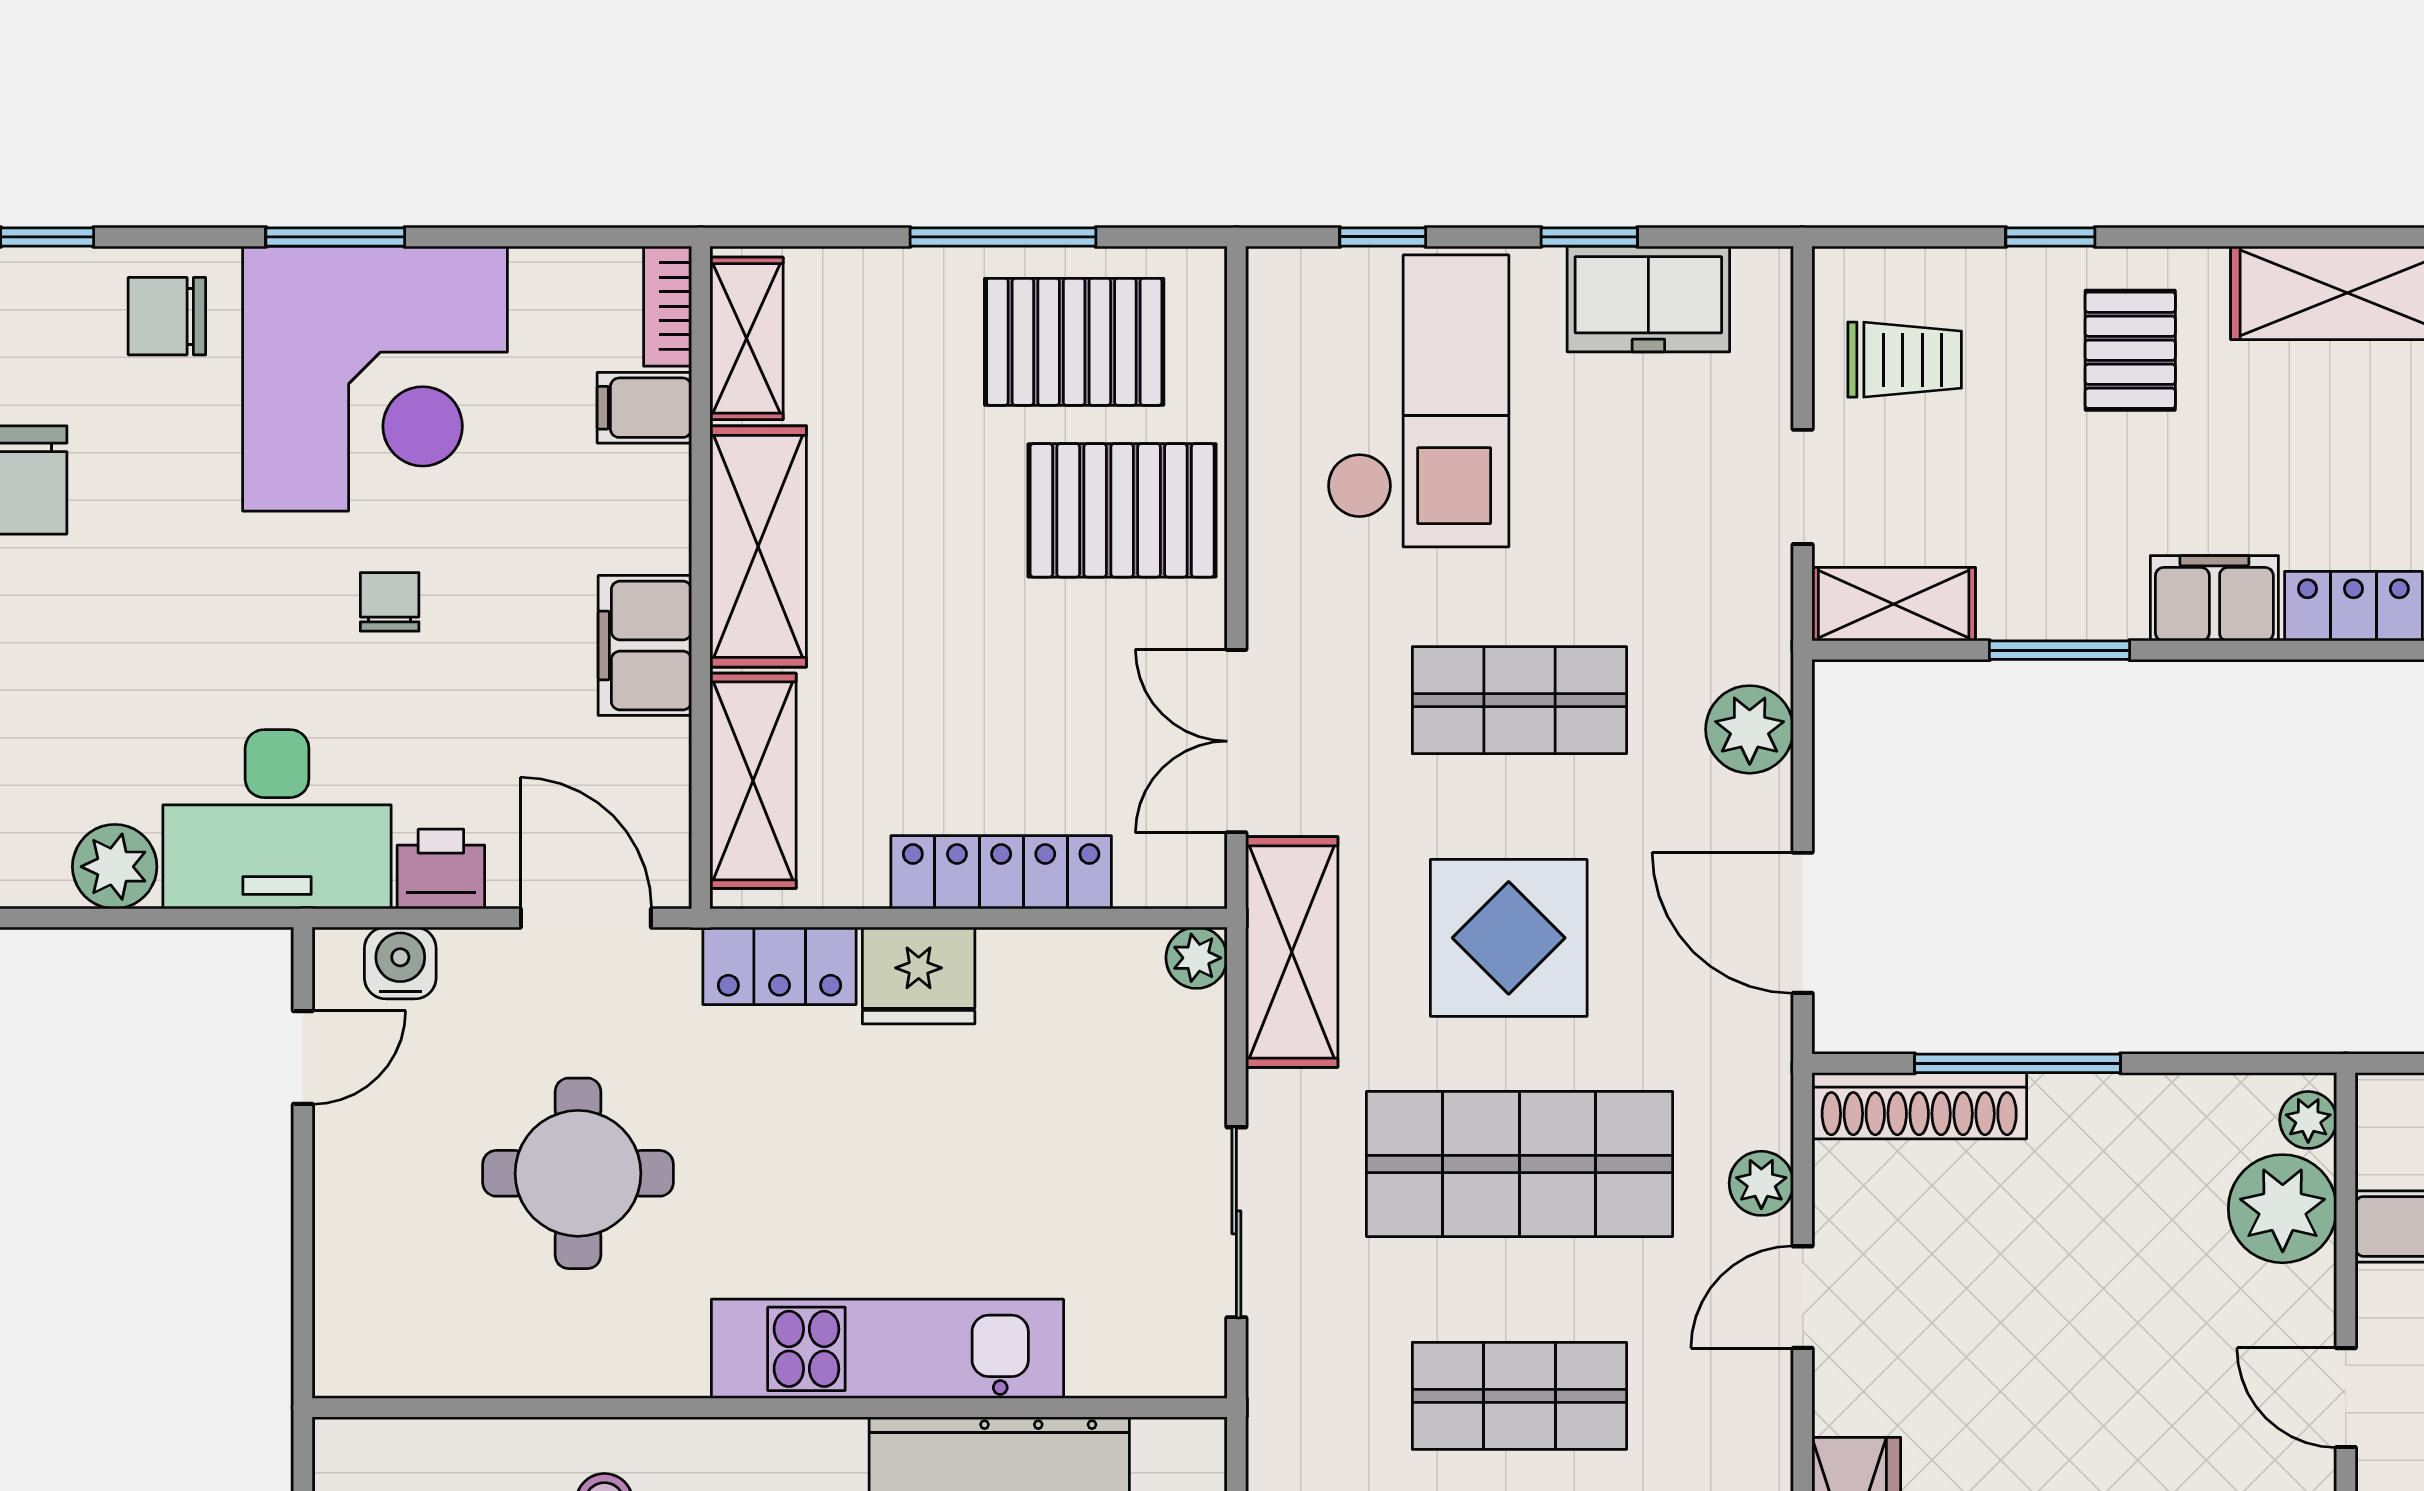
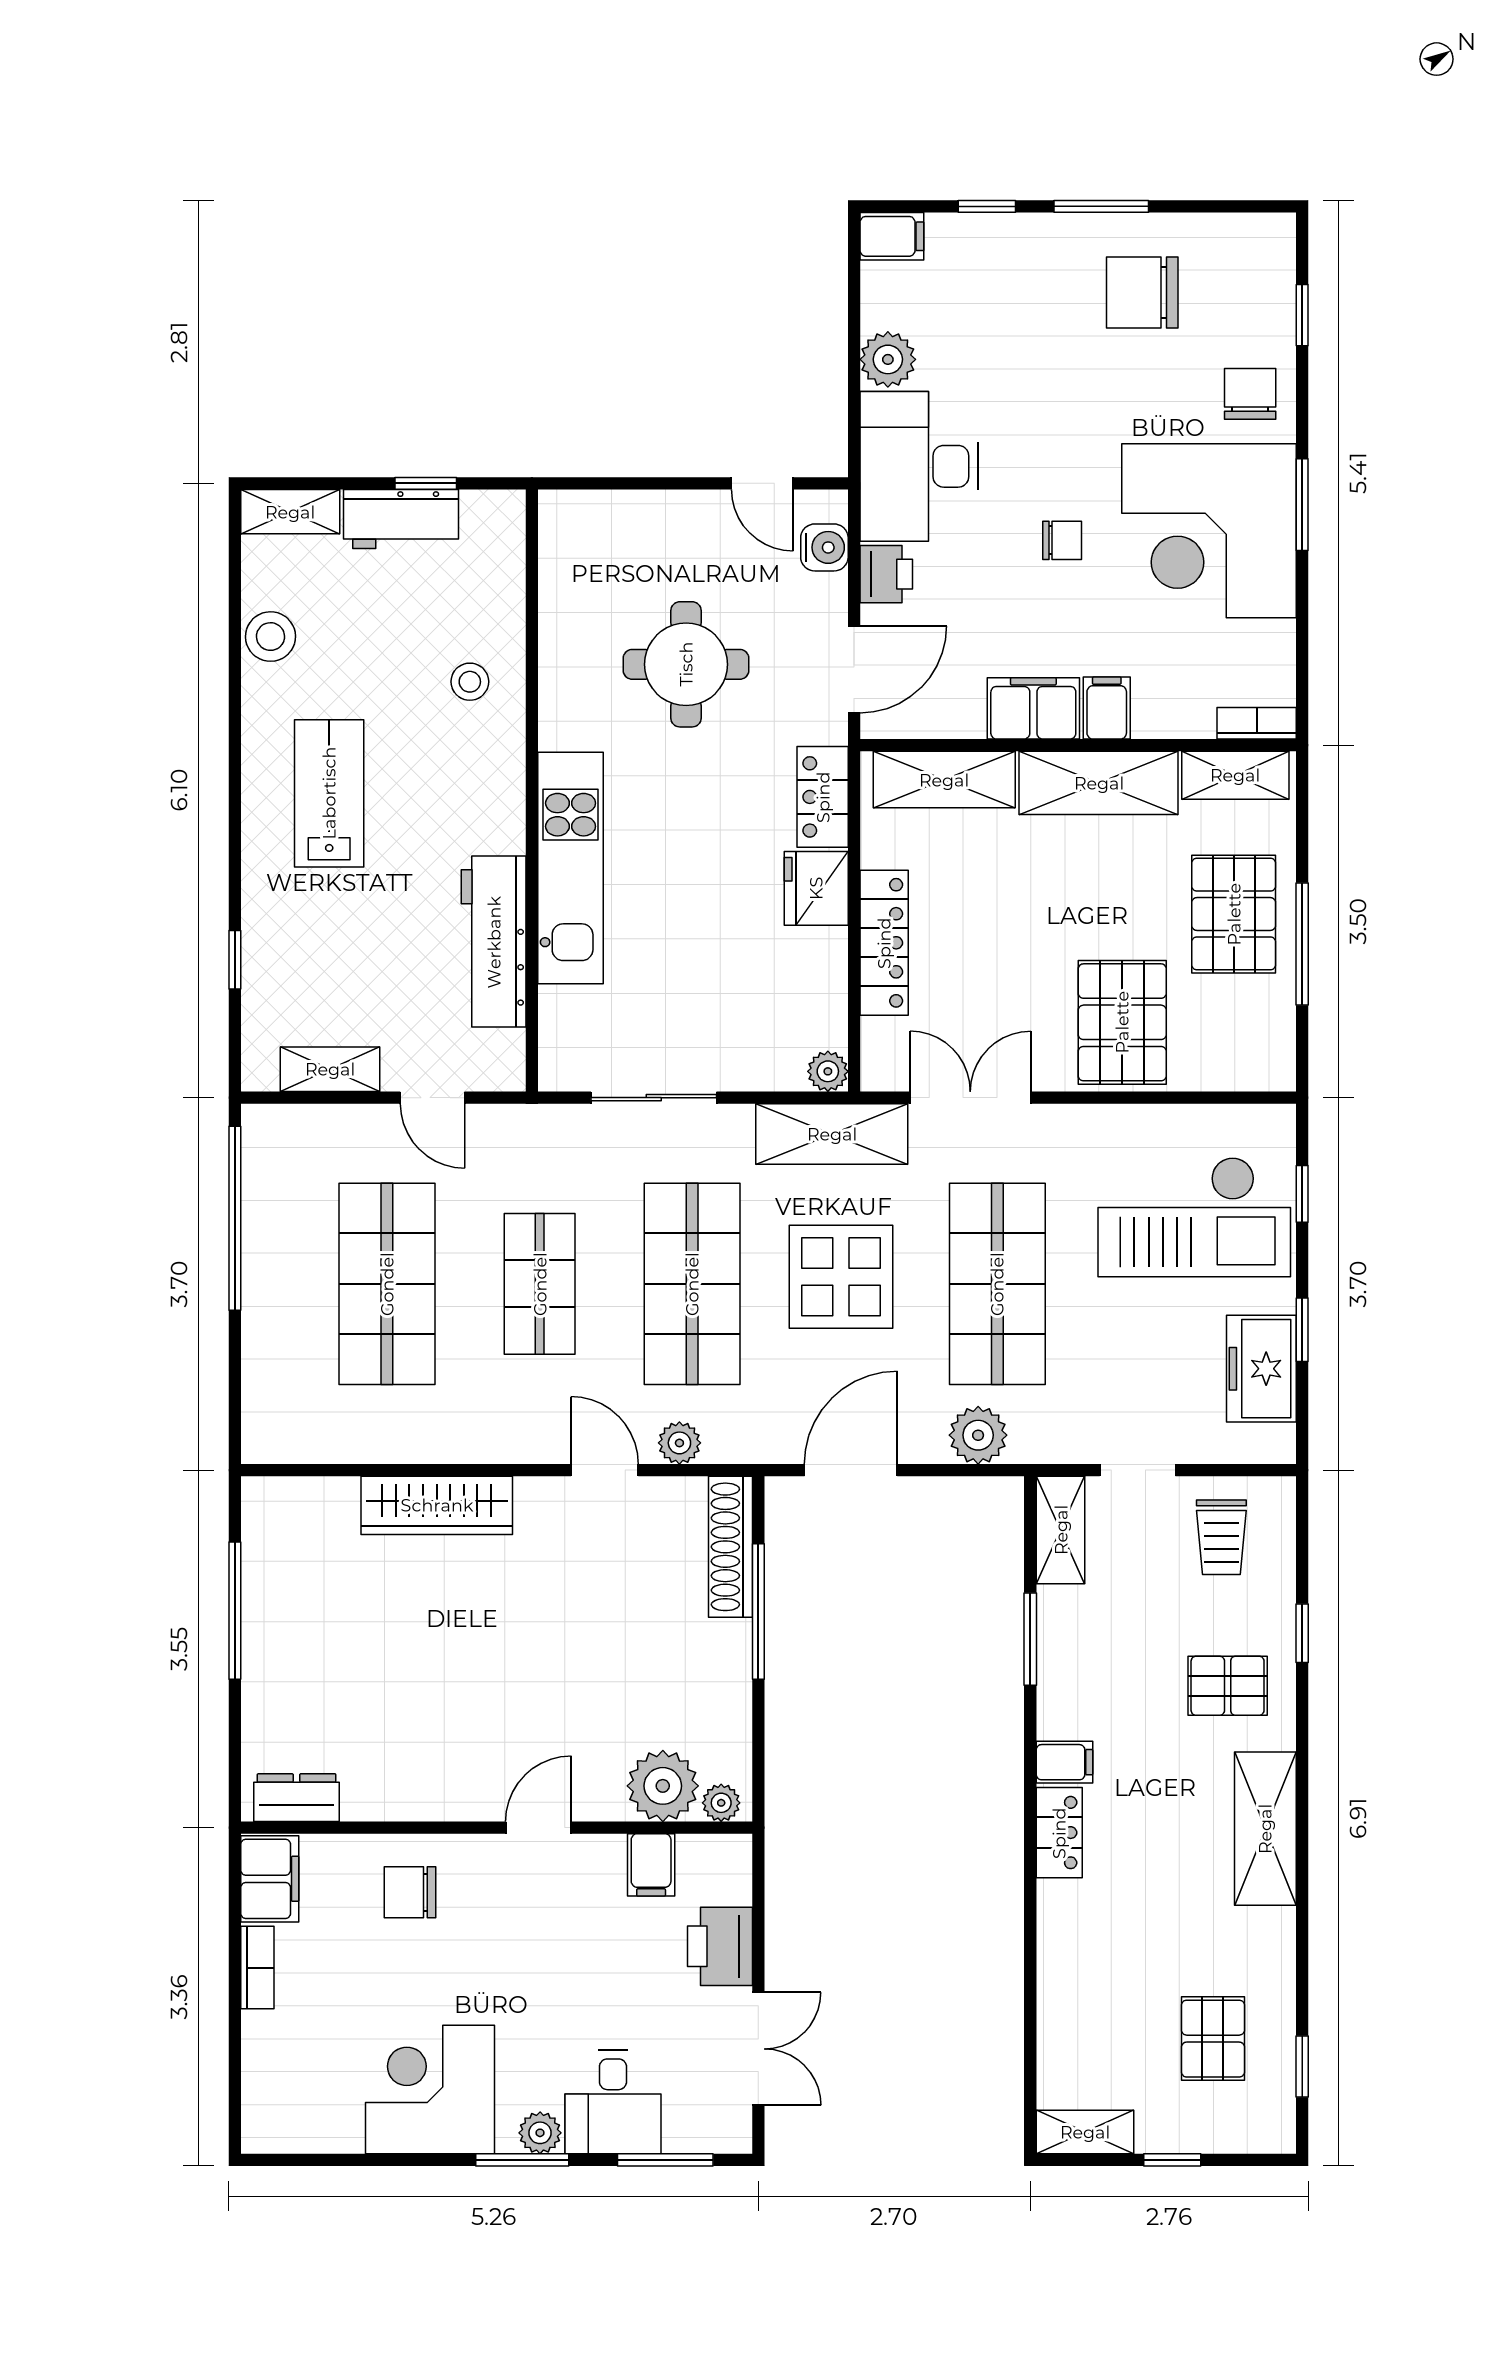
pallet: (1074, 342) -> (1234, 914), moved
filing cabinet: (644, 408) -> (1107, 708), moved
filing cabinet: (2214, 598) -> (1064, 1762), width x0.50
shop shelf: (1519, 700) -> (997, 1284), width x1.43, depth x1.36

